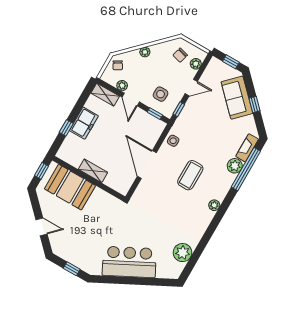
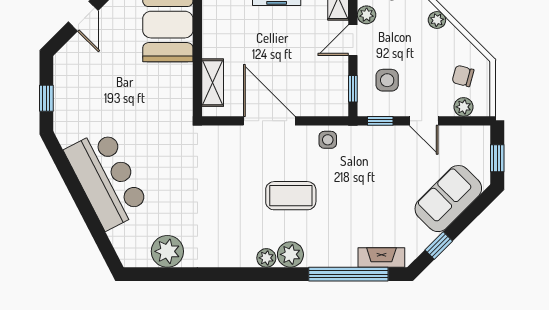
window: (254, 104) -> (439, 246), moved
door: (147, 164) -> (269, 121), hinge flipped
plant: (235, 166) -> (290, 254), moved
shelving: (93, 171) -> (213, 83), moved

